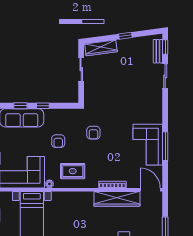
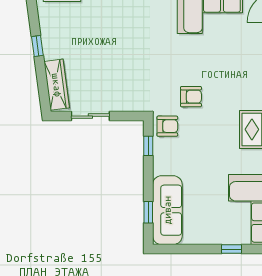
window: (43, 106) -> (148, 146), moved
armchair: (58, 141) -> (167, 126), moved

